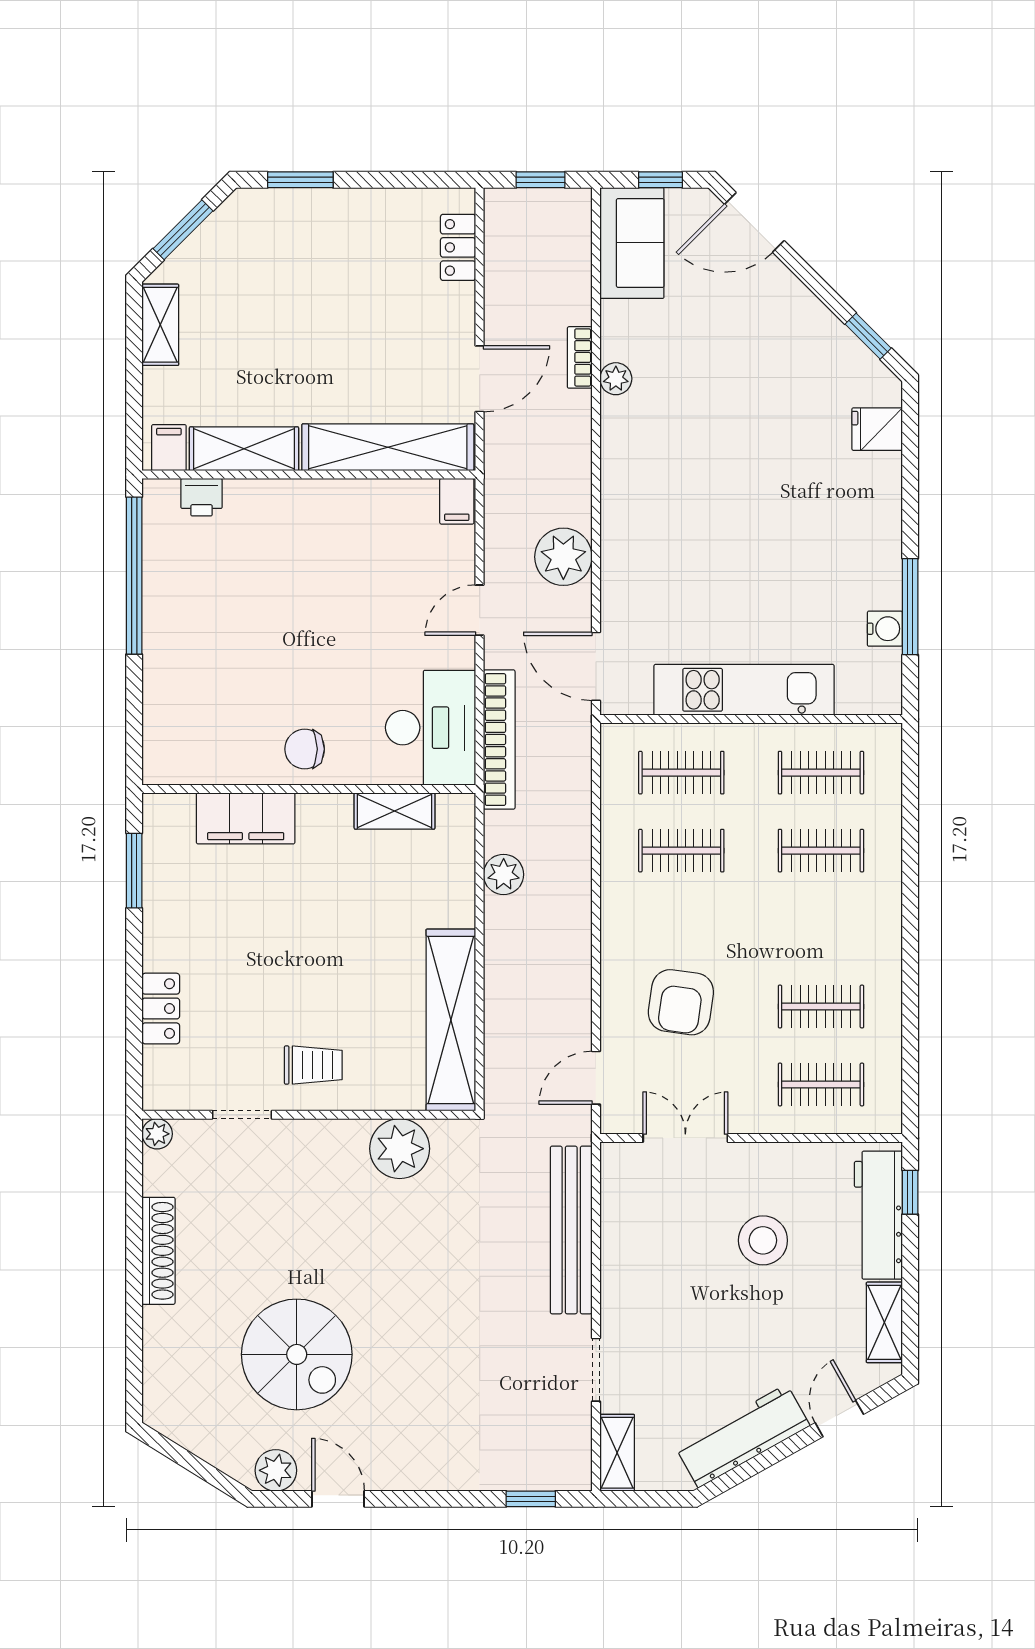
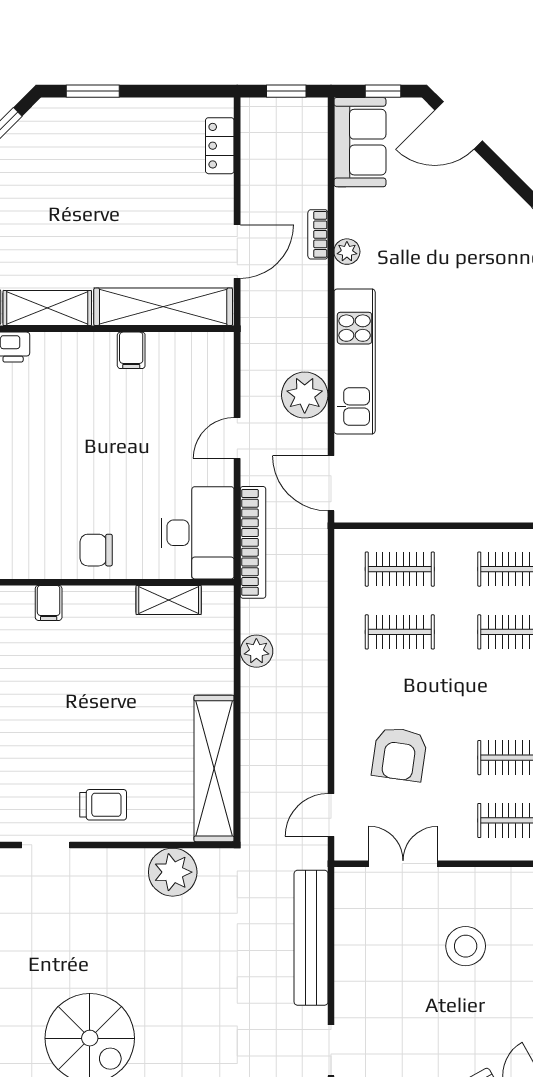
filing cabinet: (457, 501) -> (131, 350), moved
kitchen unit: (744, 690) -> (355, 361), moved, turned 90
filing cabinet: (246, 818) -> (49, 603), width x0.33, depth x0.86

